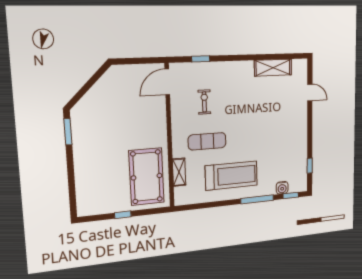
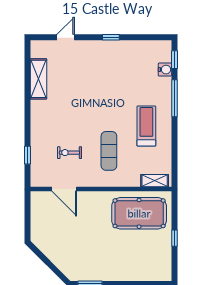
door: (167, 82) -> (64, 189), moved
window: (310, 166) -> (111, 37), moved
shelving: (179, 172) -> (155, 181), moved
treadmill: (231, 176) -> (146, 126), width x0.73, depth x0.73

